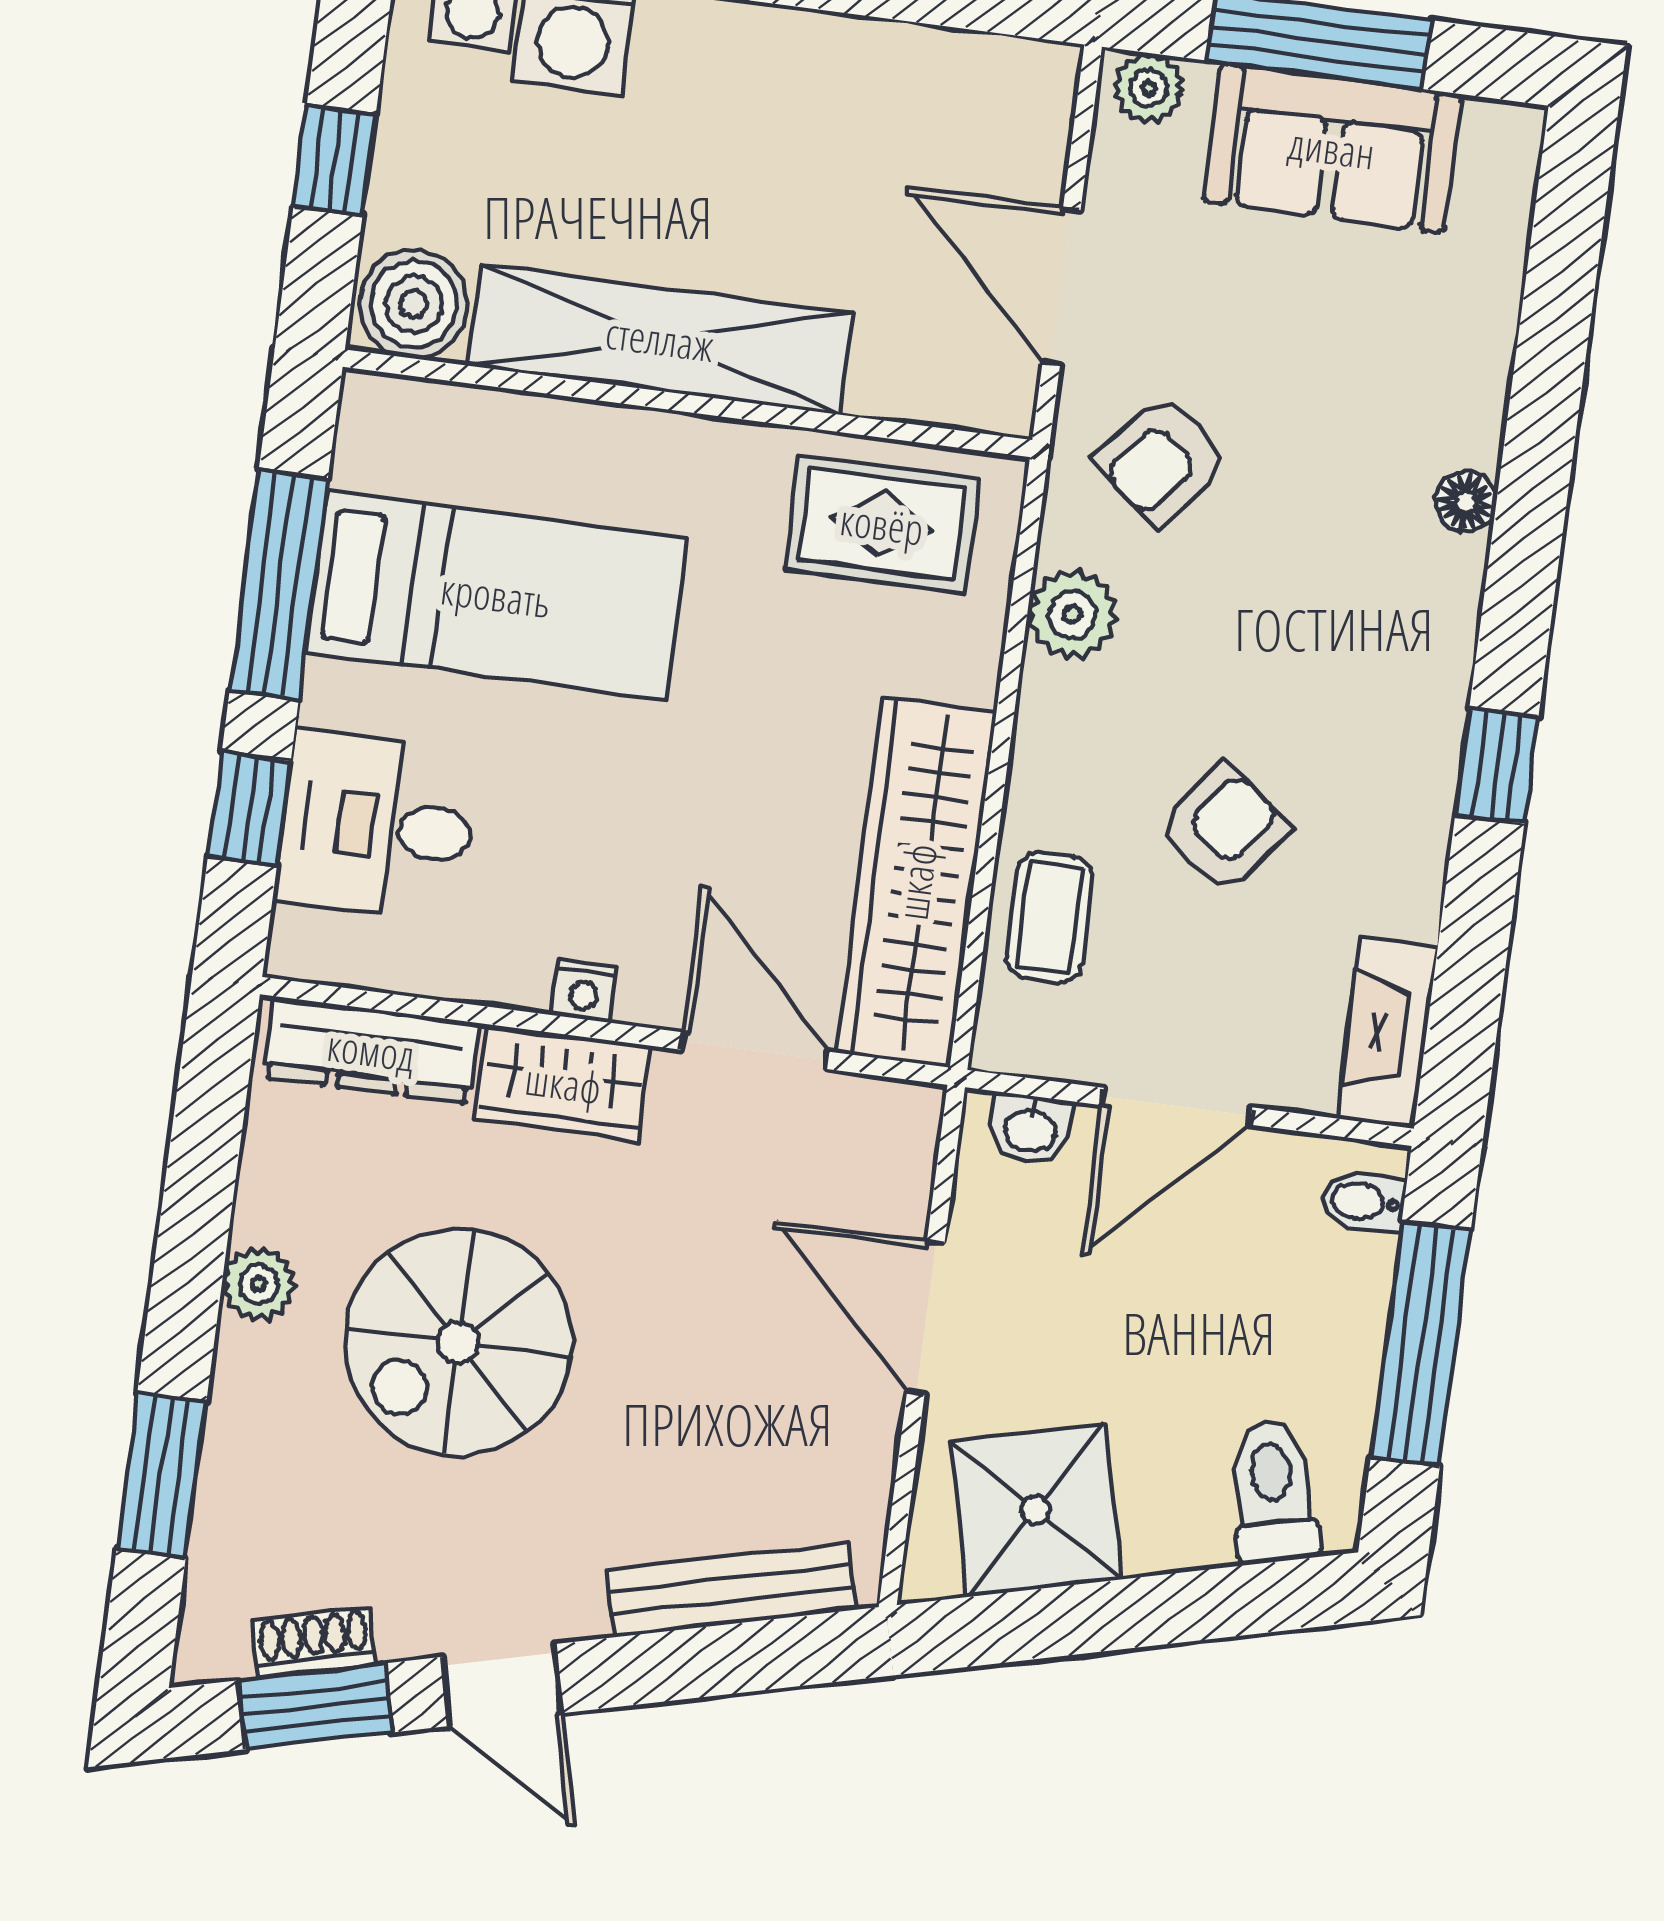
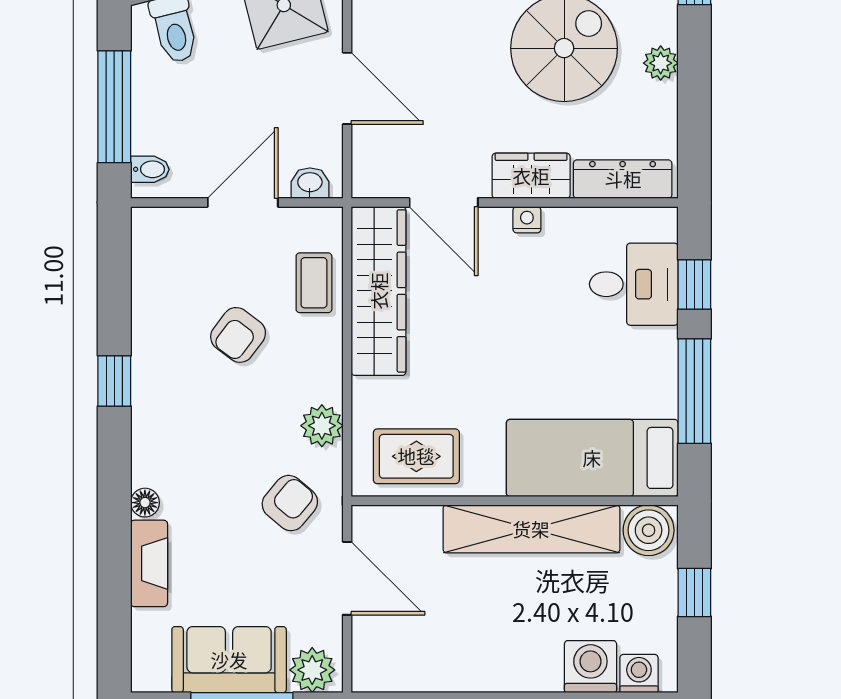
plant: (1149, 88) -> (312, 670), width x1.38, depth x1.38
bed: (496, 595) -> (592, 458), moved
fireplace: (1387, 1033) -> (149, 563), moved

